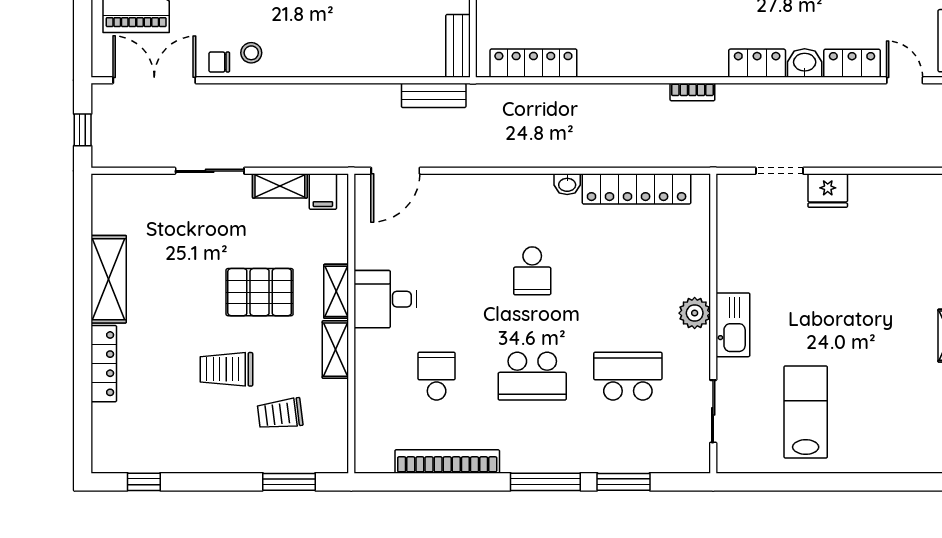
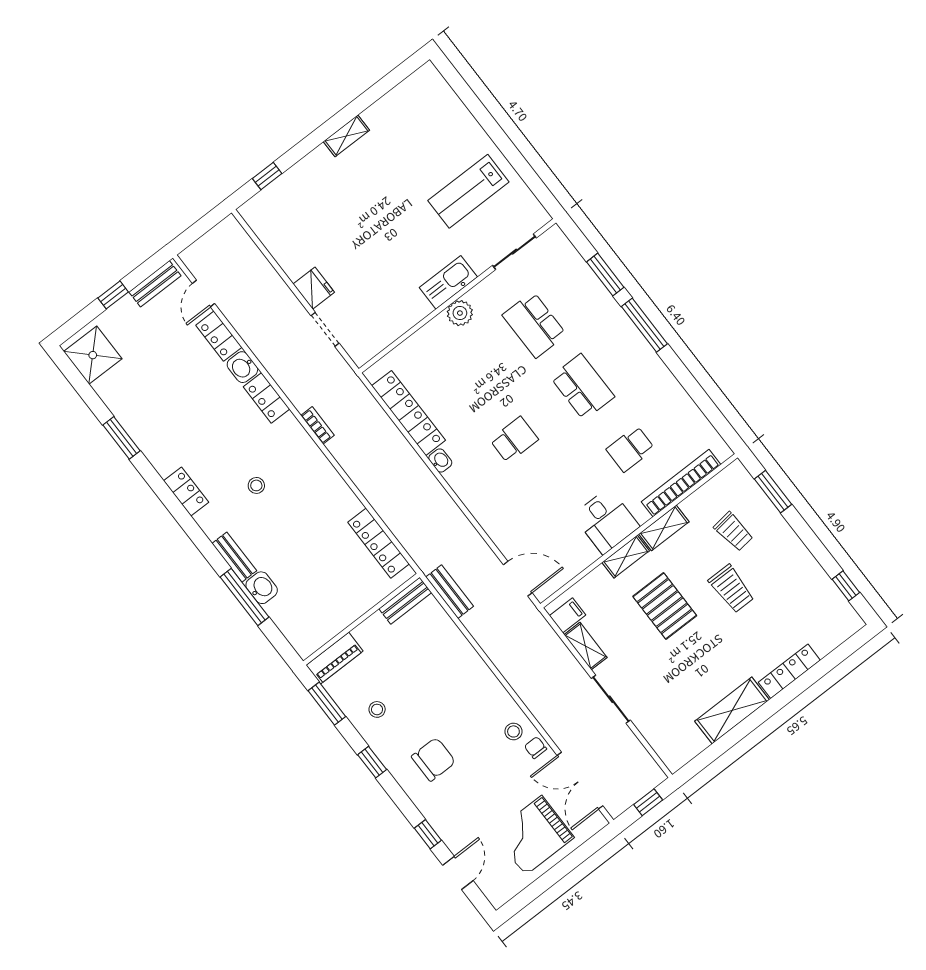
chair: (219, 62) -> (535, 748), turned 180
bookcase: (447, 461) -> (681, 483), moved, turned 90

